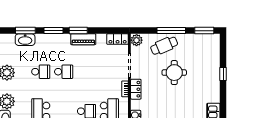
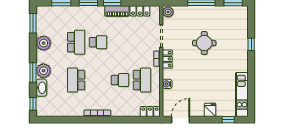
locker: (118, 39) -> (140, 11), moved
washbasin: (25, 40) -> (61, 11), removed
cafe table: (164, 46) -> (195, 17), removed
school desk: (41, 72) -> (76, 42), width x1.85

